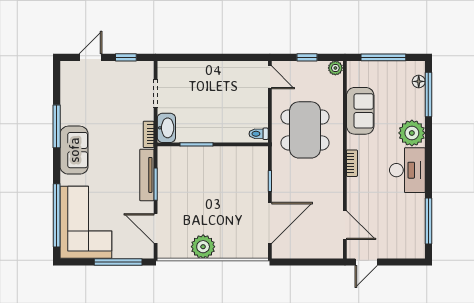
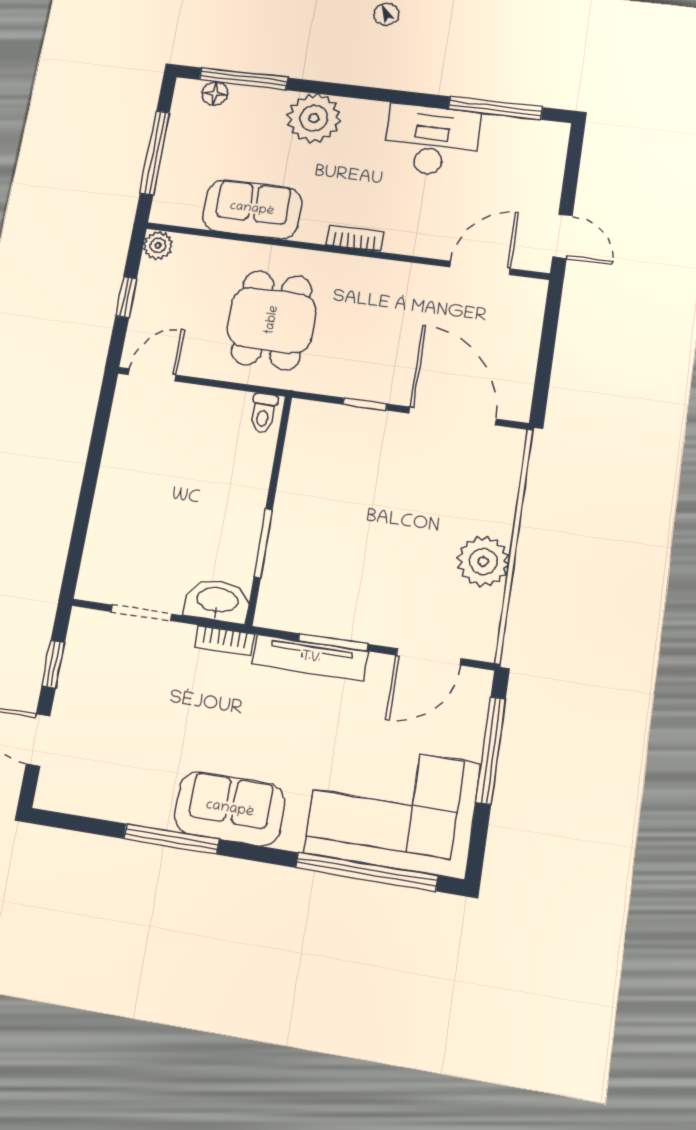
dining table: (305, 130) -> (272, 320), width x0.73
desk: (407, 170) -> (431, 141), moved

